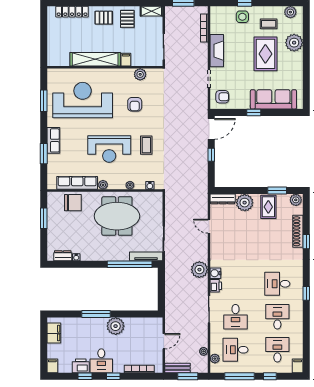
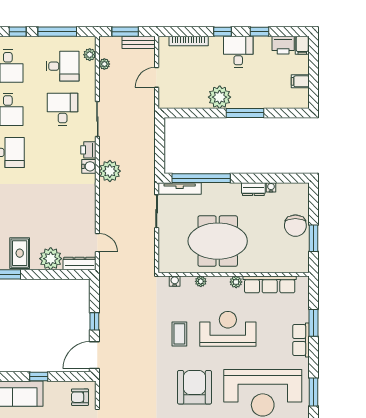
armchair: (135, 104) -> (195, 387), width x1.88, depth x1.88
chair: (73, 203) -> (295, 226), moved, turned -90
door: (209, 226) -> (97, 243), moved
dresser: (63, 256) -> (253, 189), moved
filing cabinet: (54, 333) -> (300, 81), width x0.50
printer: (81, 366) -> (283, 45), moved

